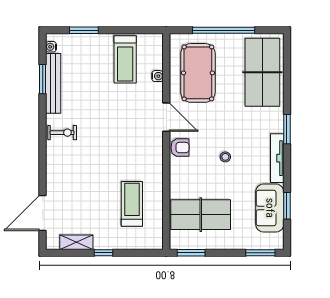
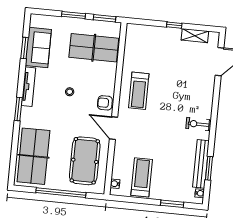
water cooler: (158, 76) -> (115, 184), moved
treadmill: (132, 204) -> (139, 91), moved
window: (260, 253) -> (74, 15), moved

